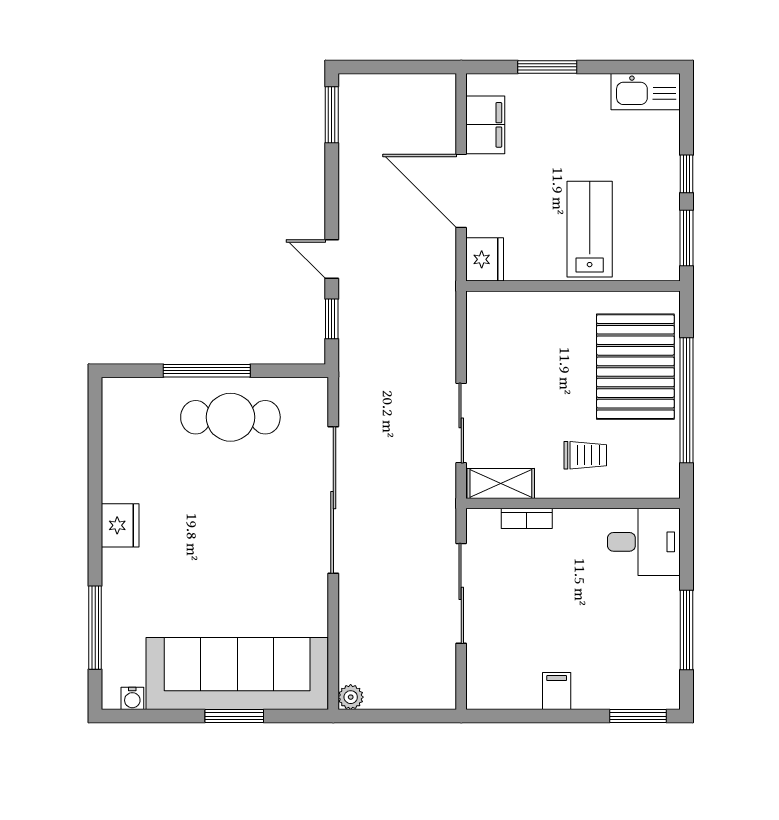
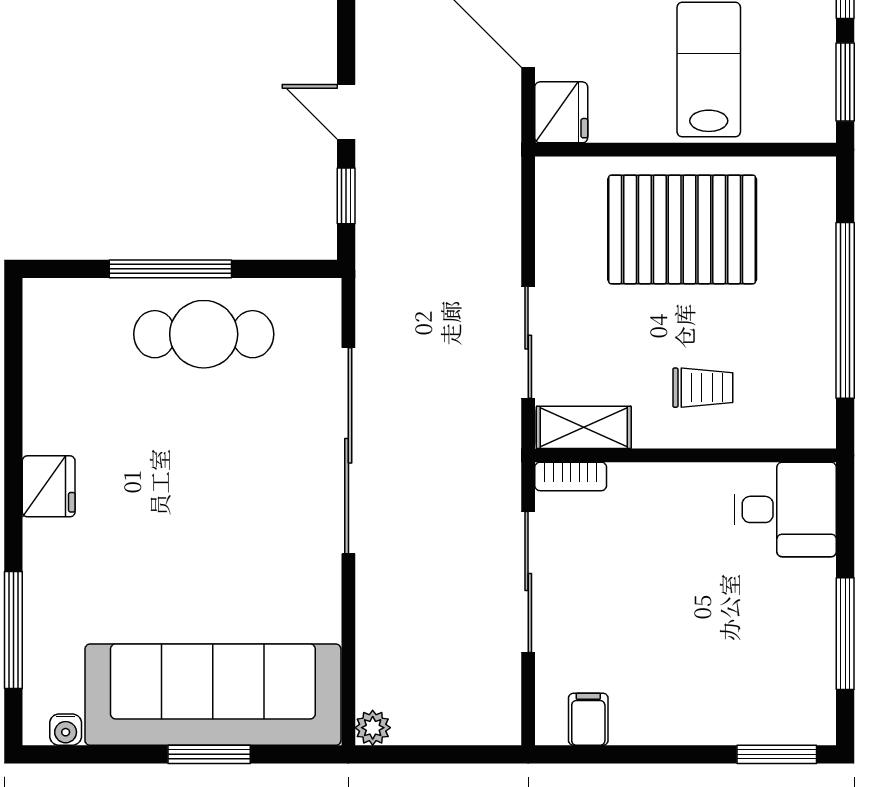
pallet: (635, 367) -> (682, 229), moved, turned 90
bookcase: (527, 518) -> (571, 476), moved
filing cabinet: (557, 691) -> (588, 719), moved

